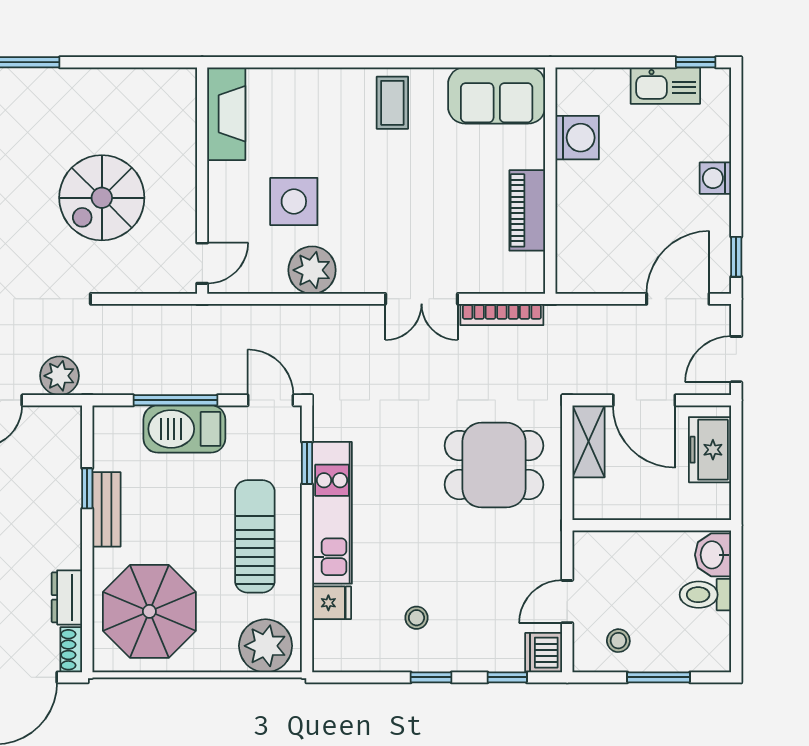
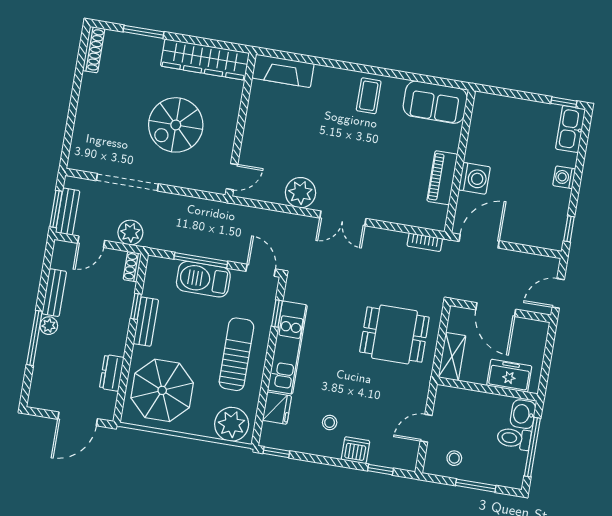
kitchen sink: (665, 86) -> (571, 129), moved, turned 90
wardrobe: (130, 89) -> (205, 59), added
fireplace: (226, 114) -> (283, 71), moved, turned 90
washing machine: (577, 138) -> (474, 178), moved
side table: (294, 201) -> (296, 148), removed
double door: (422, 299) -> (343, 218), moved
door: (678, 299) -> (479, 241), moved
bookcase: (502, 315) -> (425, 242), width x0.64
shelving: (588, 441) -> (452, 357), moved
freezer: (710, 450) -> (509, 376), moved, turned 90
fridge: (332, 603) -> (277, 408), width x1.38
window: (736, 603) -> (532, 447), added
shoe rack: (71, 650) -> (132, 267), moved
dishwasher: (544, 653) -> (355, 450), moved, turned 90
window: (431, 677) -> (276, 452), moved

